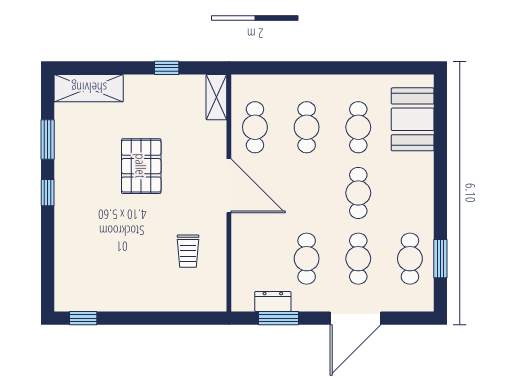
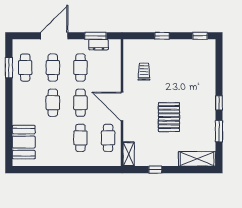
cafe table: (358, 127) -> (80, 103), moved
window: (154, 318) -> (162, 36), added

